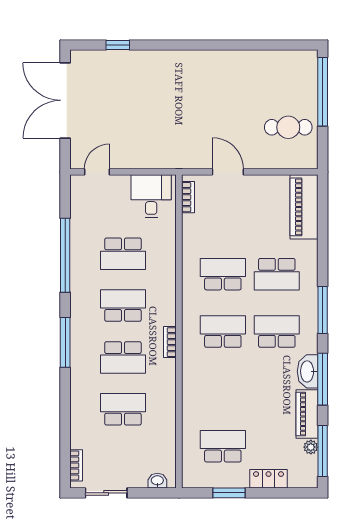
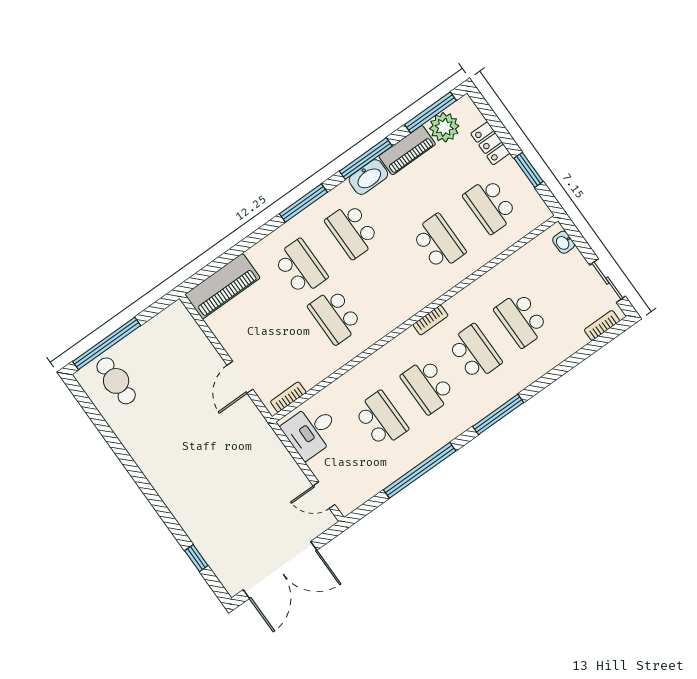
cafe table: (288, 127) -> (116, 381), moved
school desk: (223, 331) -> (439, 242), moved, turned 180
plant: (311, 447) -> (444, 127), width x1.88, depth x1.88

